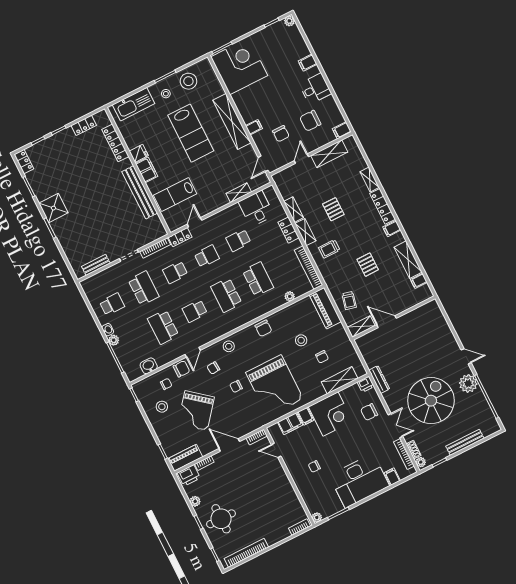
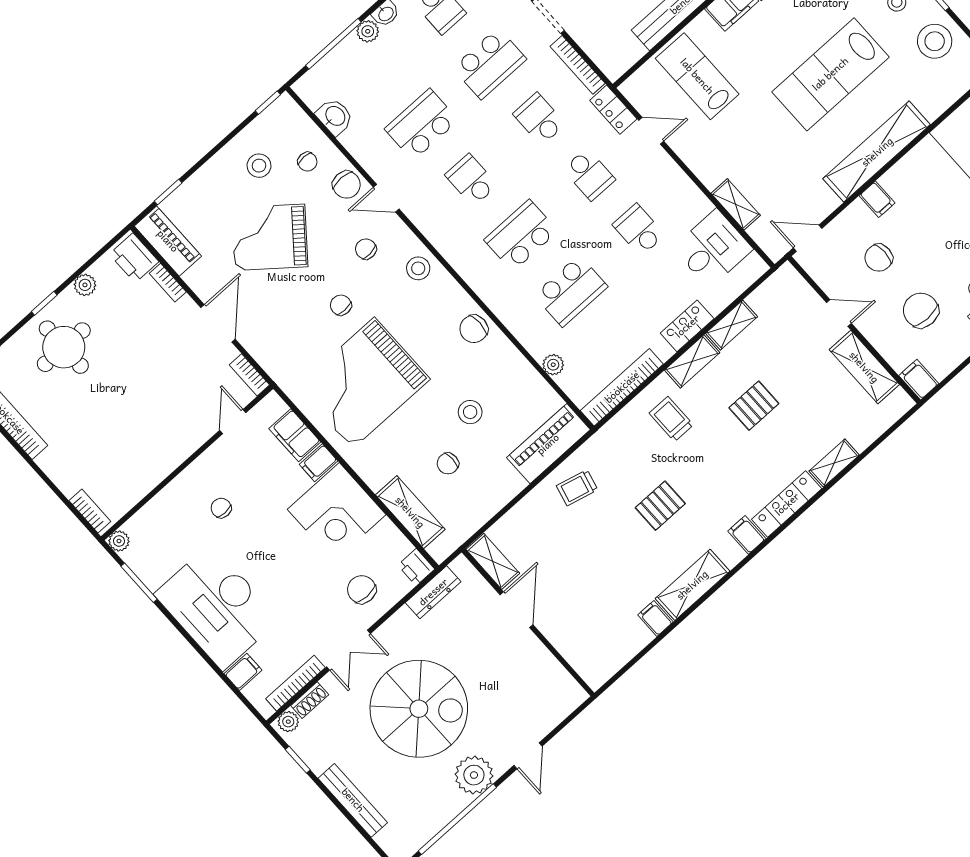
wall: (394, 318) -> (528, 622), moved
door: (387, 322) -> (517, 610), moved
shelving: (361, 326) -> (493, 561), moved

